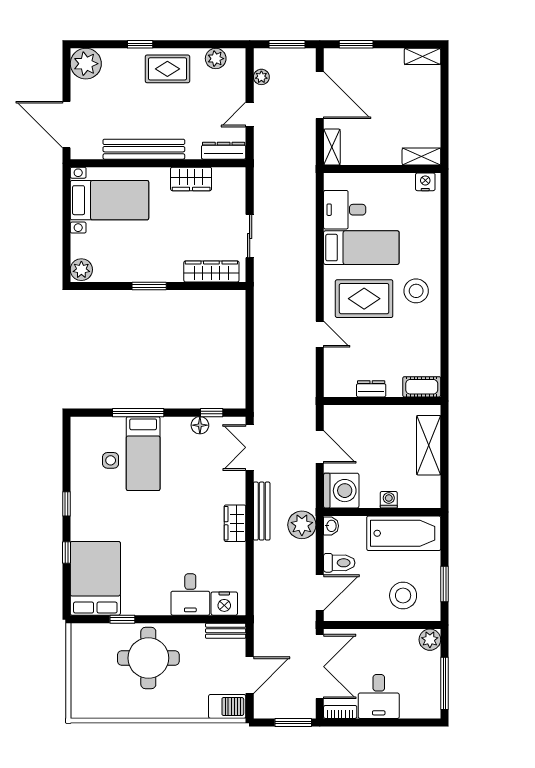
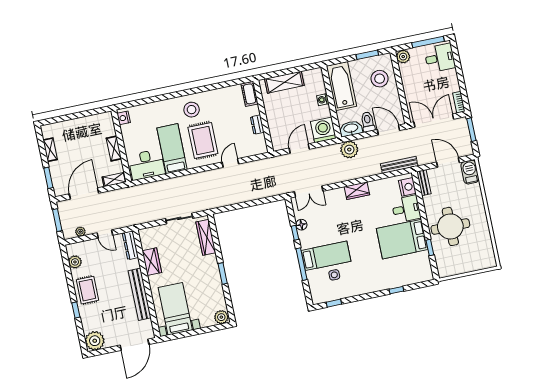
shelving: (422, 56) -> (50, 150), moved
shelving: (421, 157) -> (114, 148), moved
desk: (345, 210) -> (147, 165), width x1.37
window: (212, 413) -> (295, 233), moved
window: (66, 504) -> (334, 303), moved
bench: (262, 511) -> (399, 165), moved
washbasin: (331, 526) -> (351, 129), width x1.91, depth x1.45
bed: (95, 578) -> (402, 239), moved
desk: (379, 696) -> (440, 58), moved

